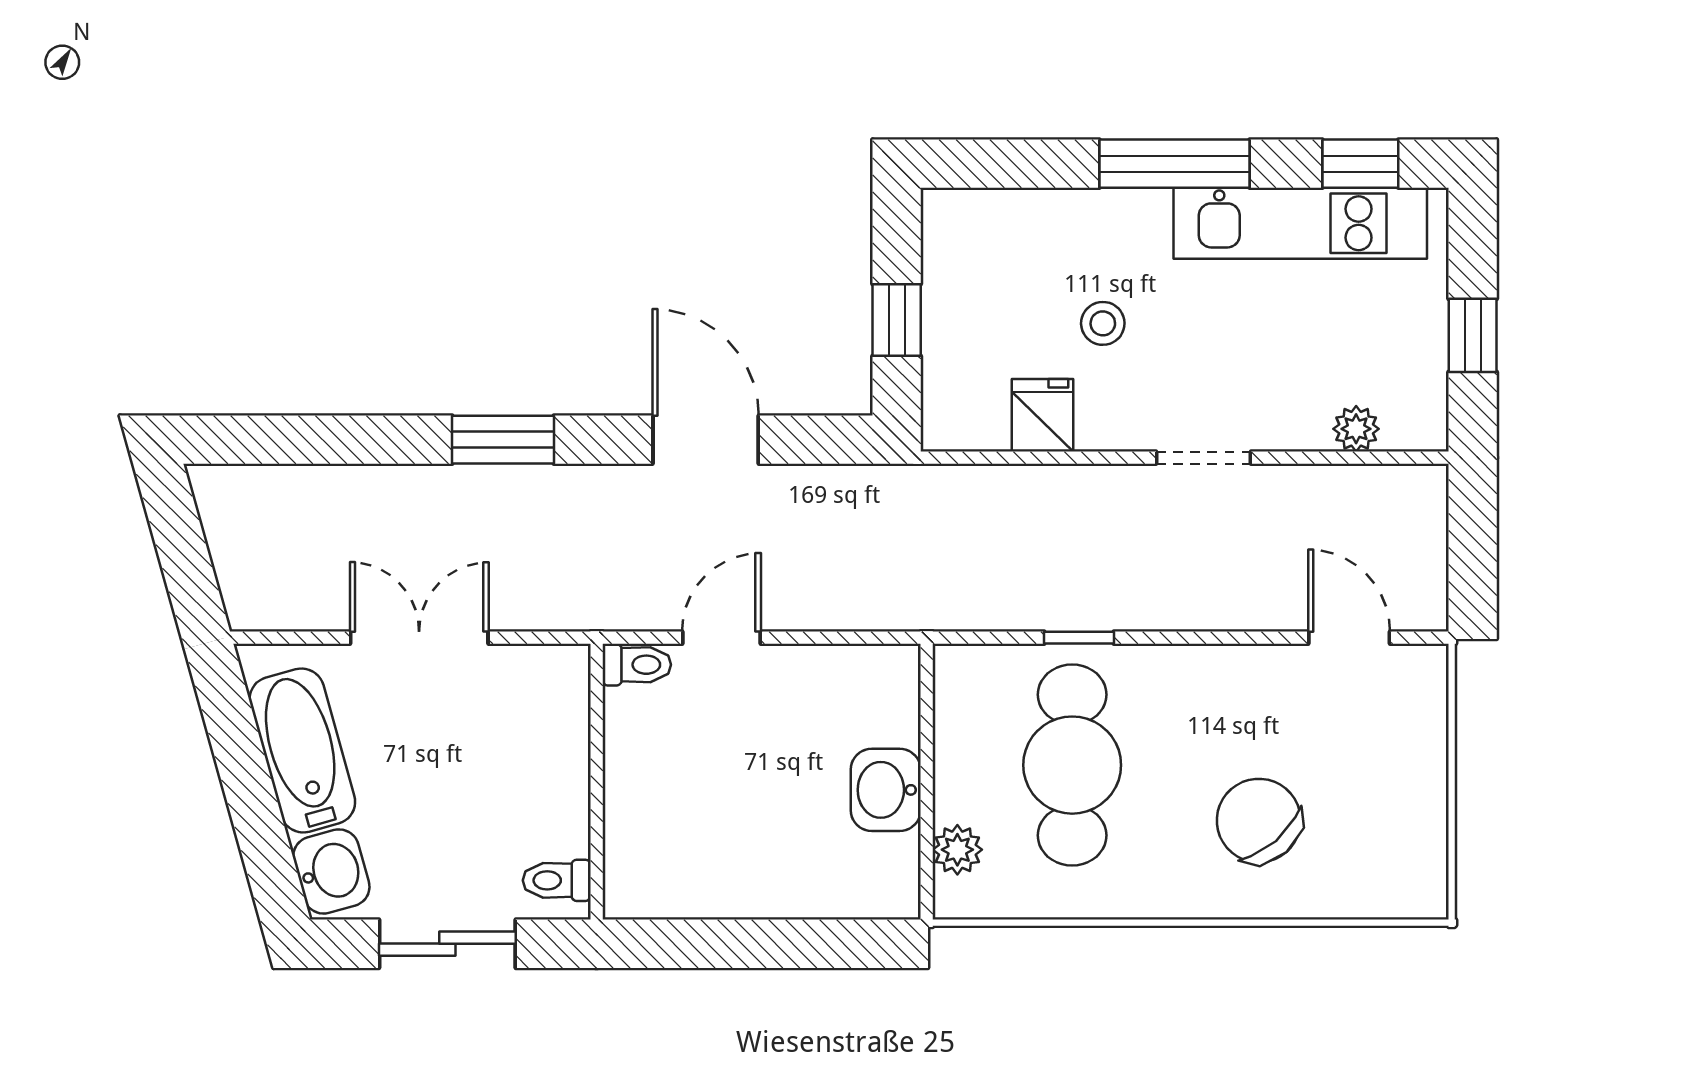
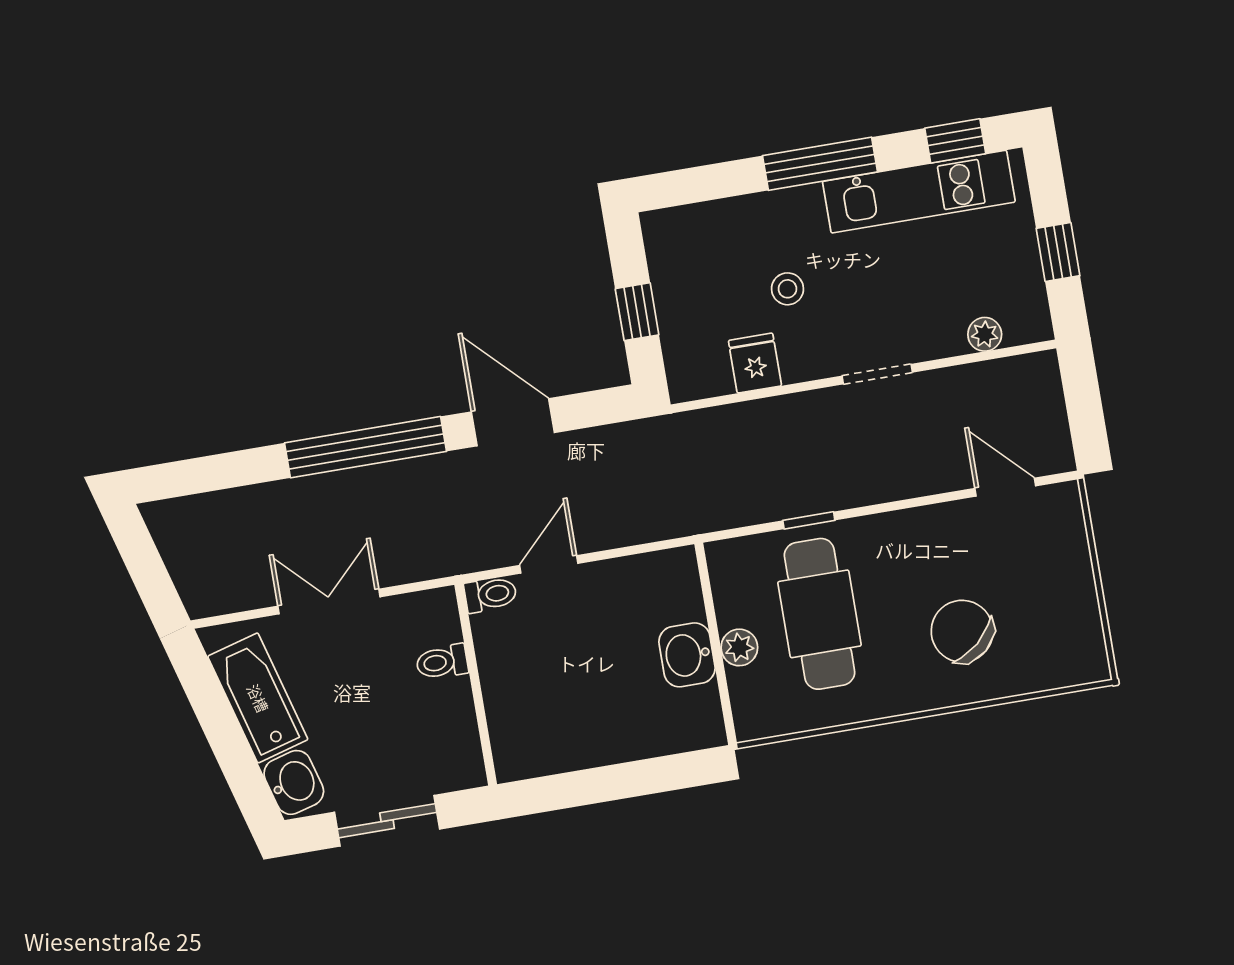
window: (503, 440) -> (365, 447), width x2.11
plant: (957, 850) -> (739, 647), moved
toilet: (557, 880) -> (442, 662), moved

